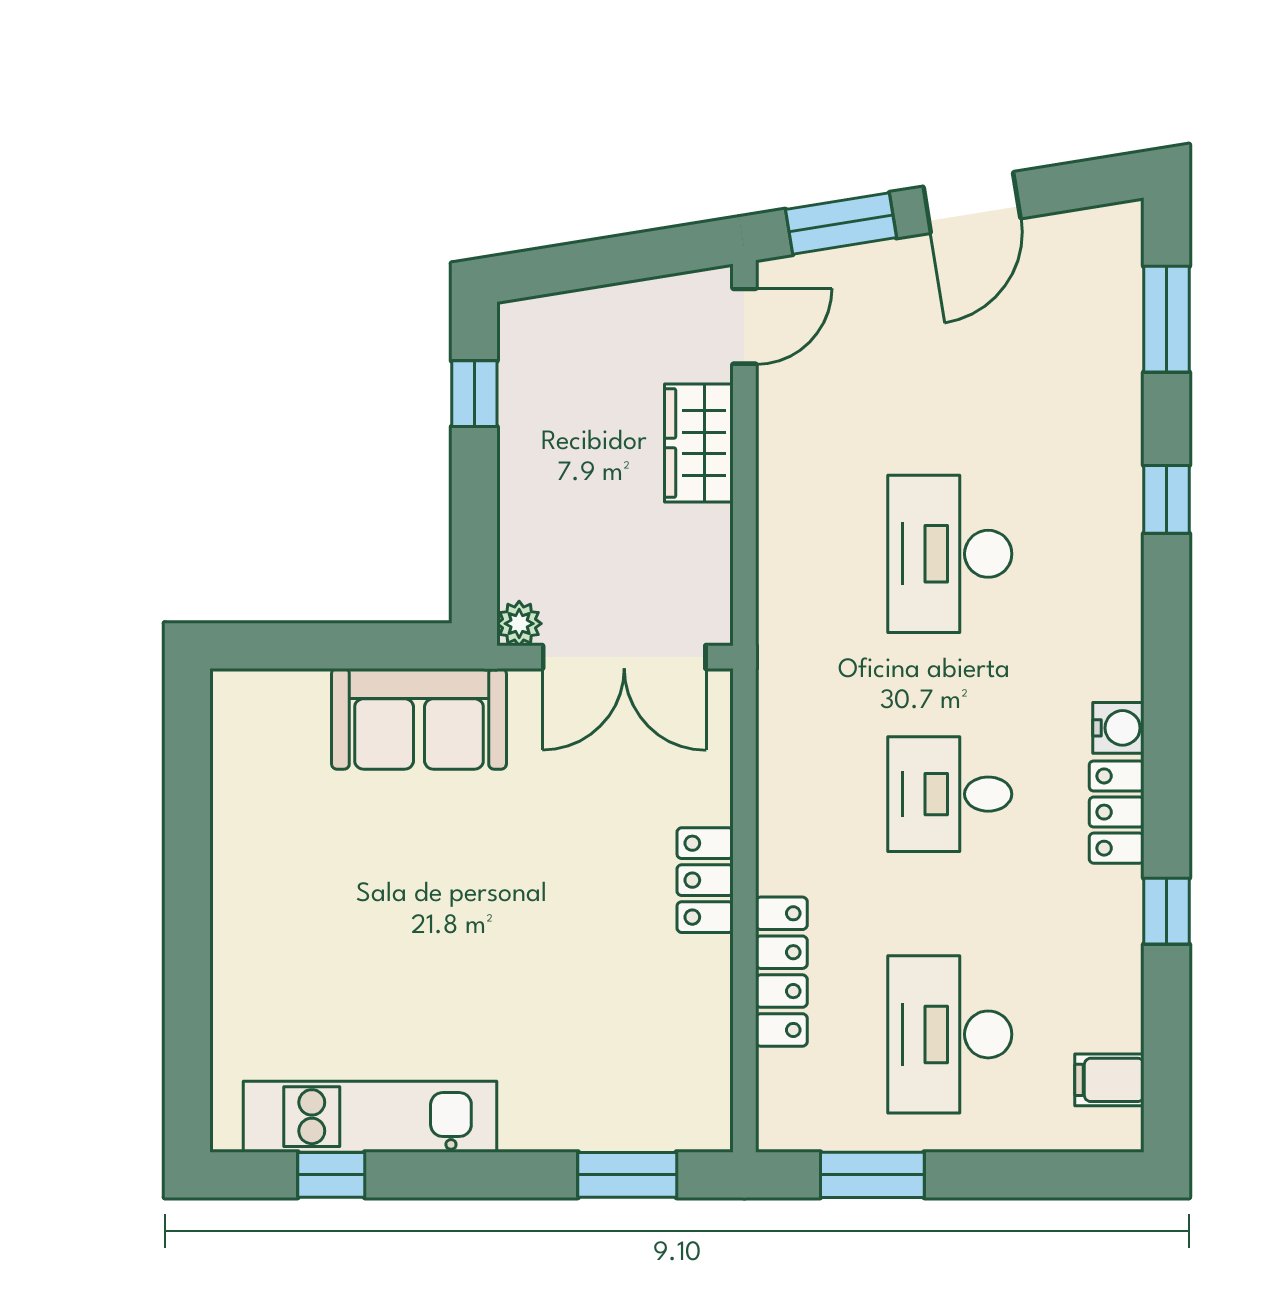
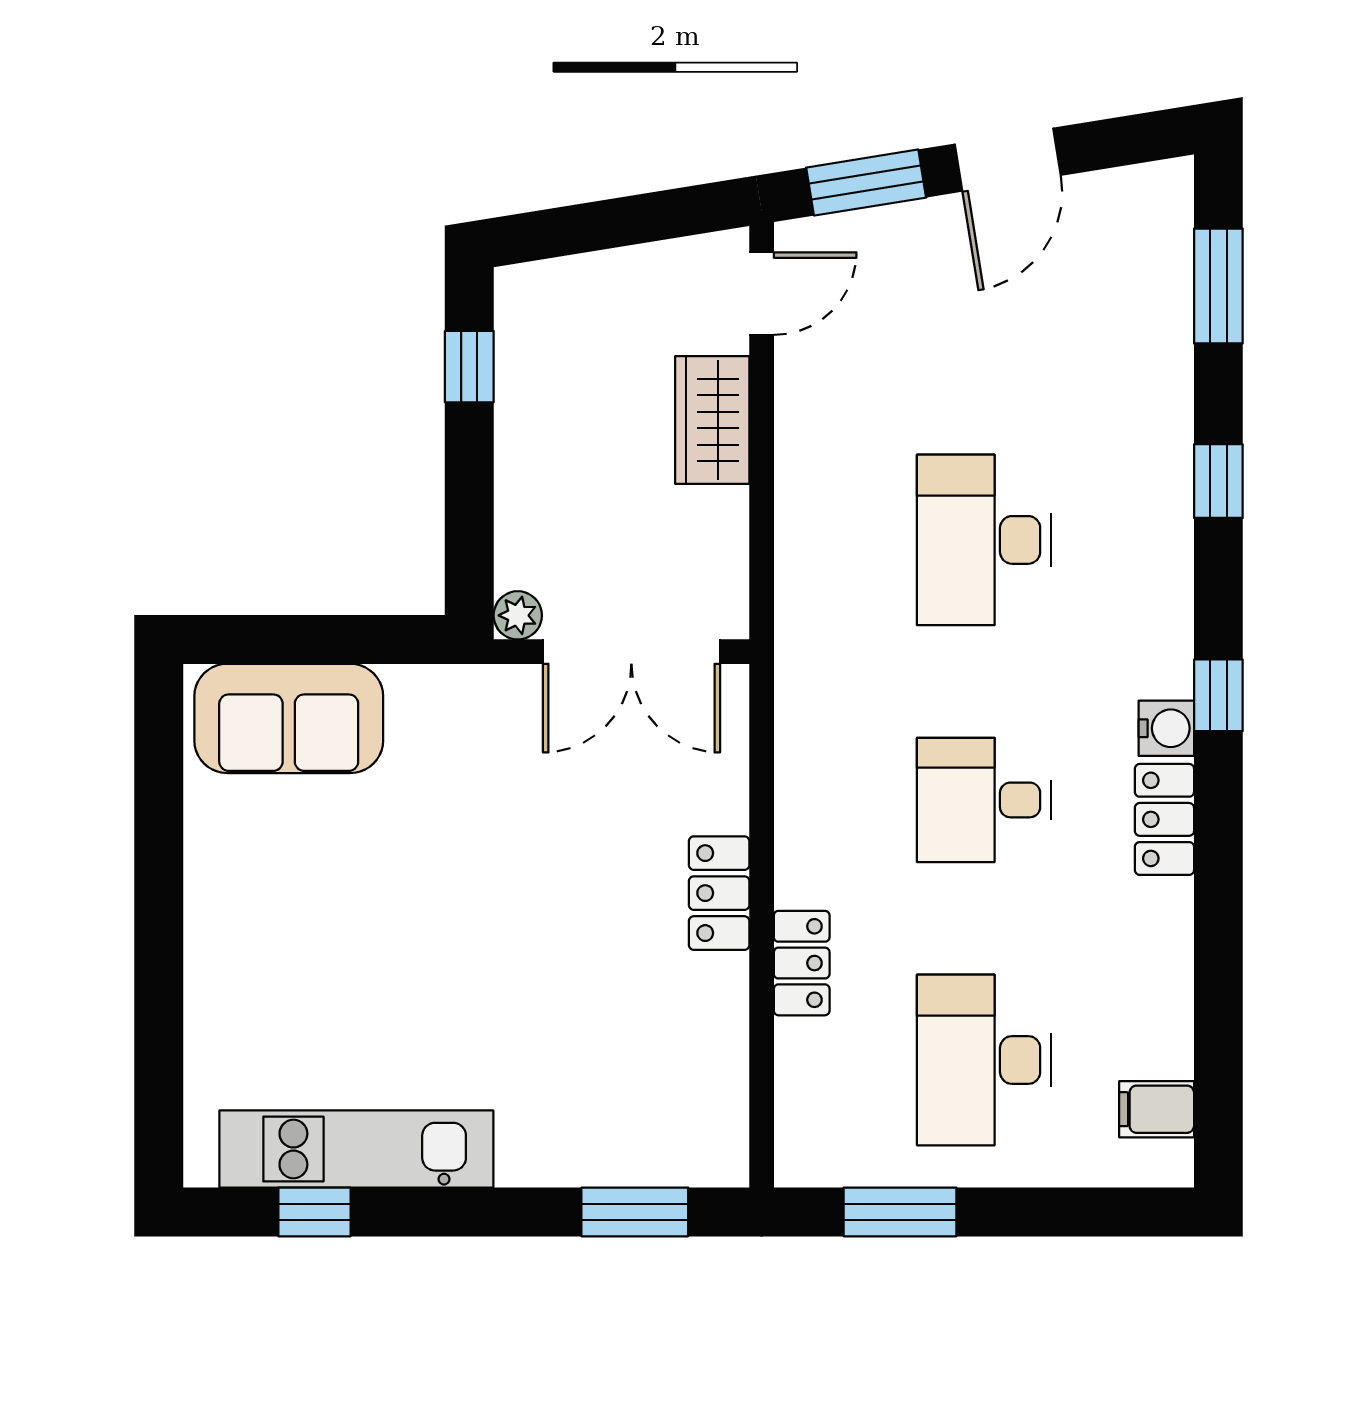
sofa: (419, 719) -> (289, 718), moved
window: (1167, 911) -> (1218, 695), moved
locker: (781, 972) -> (802, 963), width x0.66

